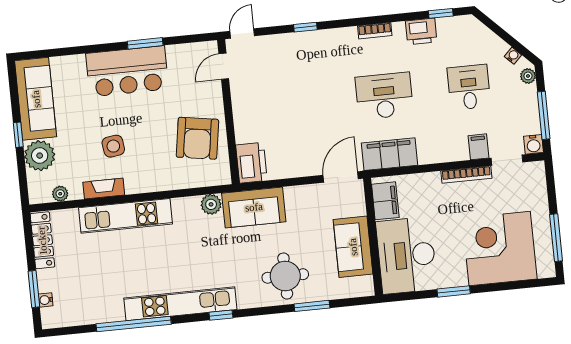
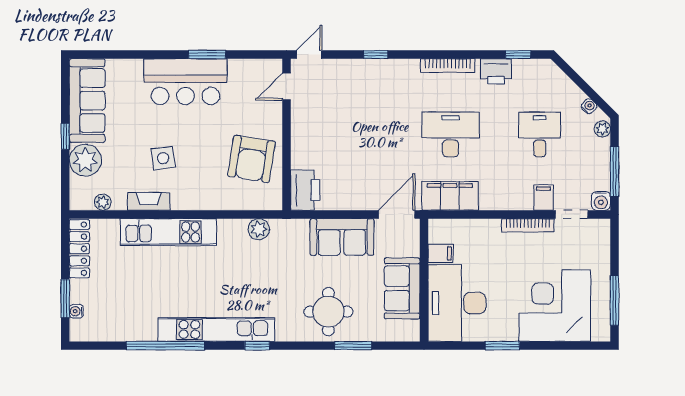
bookcase: (375, 31) -> (448, 66), width x1.56
filing cabinet: (385, 201) -> (441, 253), width x0.50
sofa: (254, 207) -> (342, 237), moved

